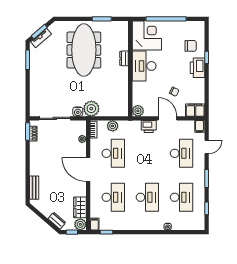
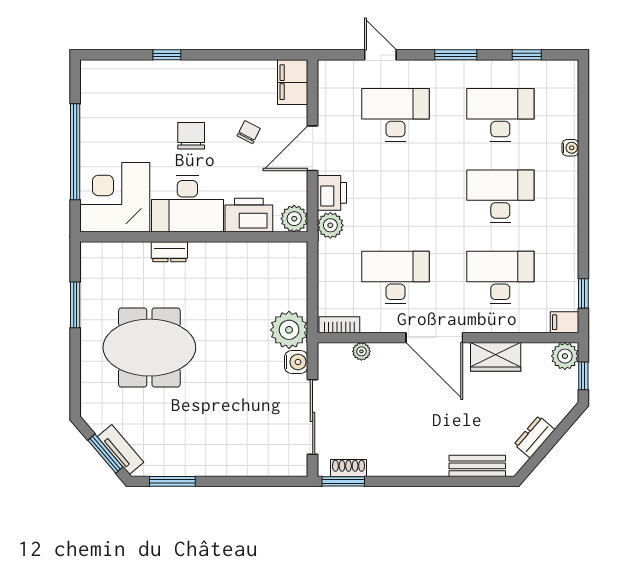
chair: (191, 46) -> (191, 136), moved
meeting table: (84, 50) -> (149, 348), width x0.73
printer: (198, 68) -> (249, 215), moved, turned 180
plant: (113, 126) -> (330, 225), moved
filing cabinet: (199, 126) -> (332, 72), removed
door: (88, 170) -> (434, 338), hinge flipped
wardrobe: (80, 207) -> (496, 357), moved
dresser: (57, 221) -> (534, 437), moved

